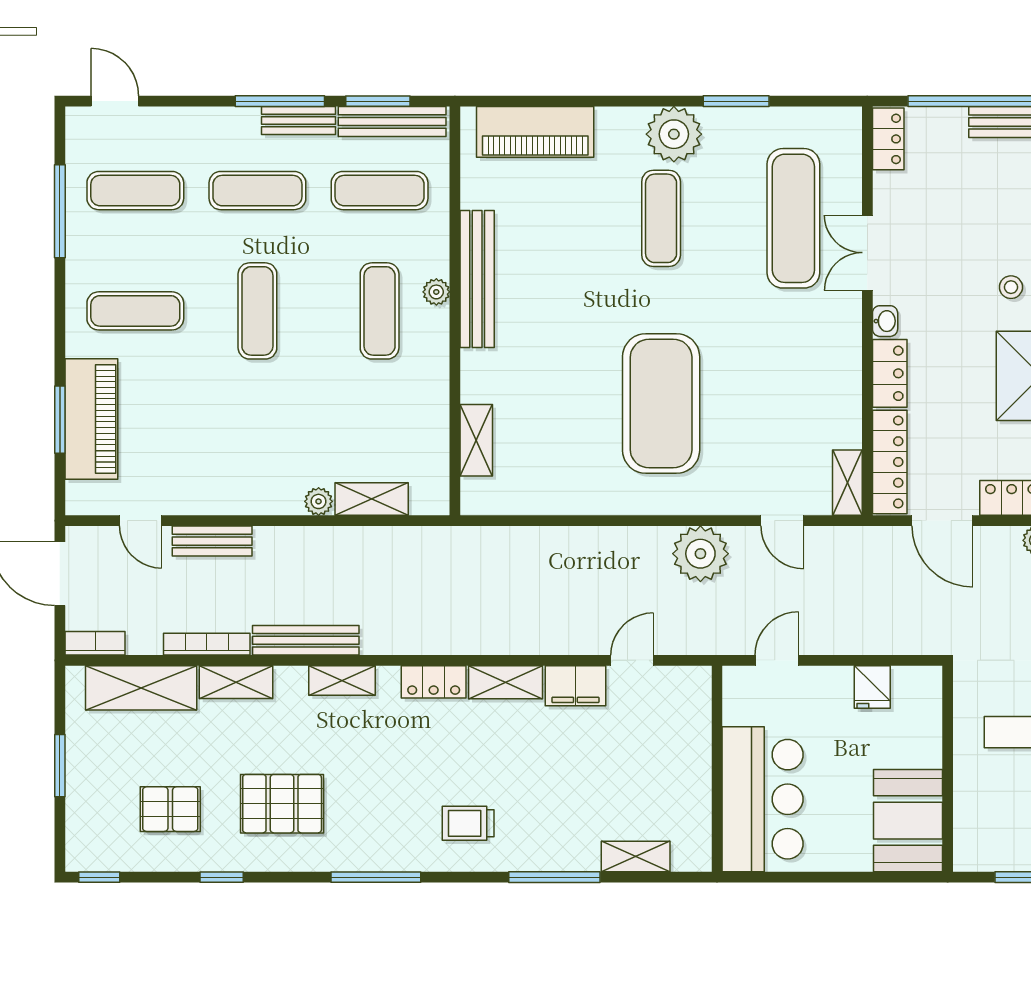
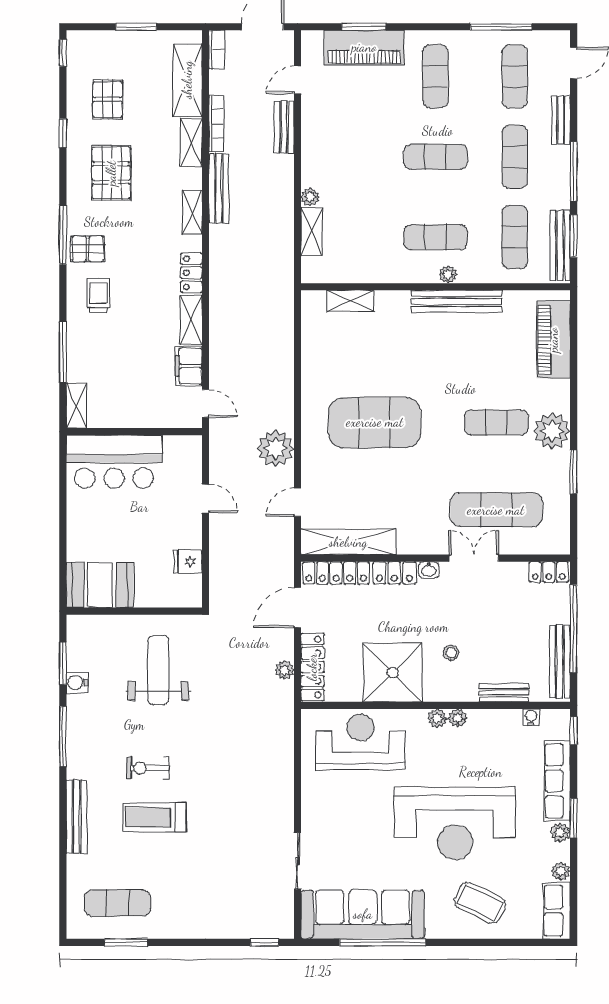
bench: (299, 121) -> (561, 120), moved
shelving: (847, 483) -> (348, 542), width x2.20, depth x1.33
wall: (717, 769) -> (134, 432), moved
bar counter: (763, 799) -> (114, 462), moved
pallet: (397, 839) -> (88, 249), added

